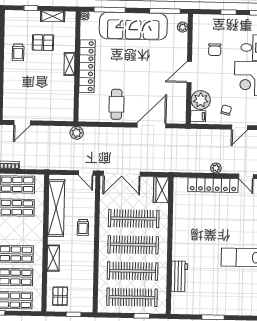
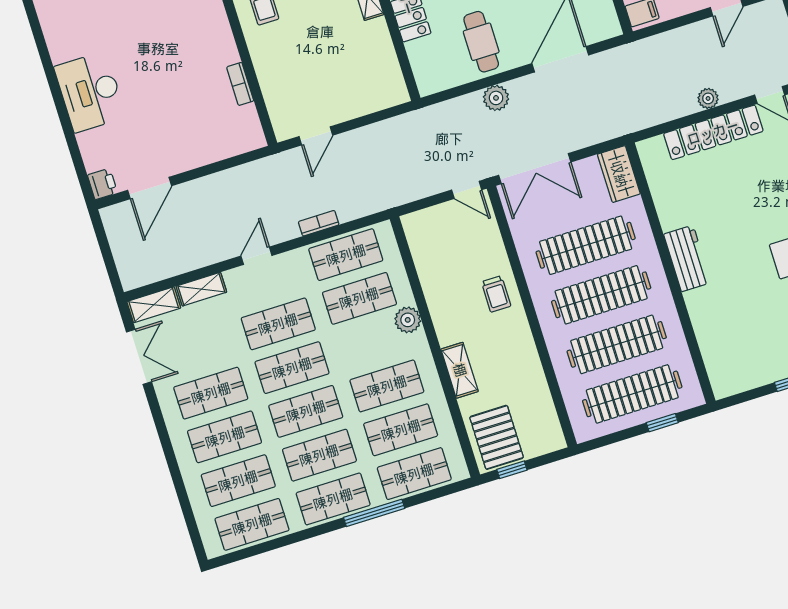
plant: (77, 133) -> (496, 98), moved
shelving: (56, 208) -> (433, 274), removed
plant: (36, 226) -> (408, 320), added
workbench: (179, 276) -> (687, 258), moved
pallet: (60, 296) -> (497, 437), width x1.50, depth x1.42
window: (74, 314) -> (512, 470), moved

